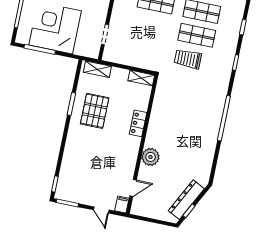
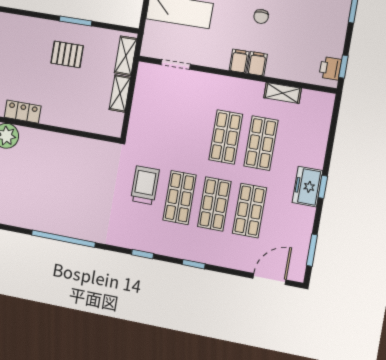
shelving: (141, 78) -> (120, 93), moved
pallet: (95, 111) -> (67, 54), width x0.67, depth x0.71
locker: (138, 123) -> (23, 112), moved

